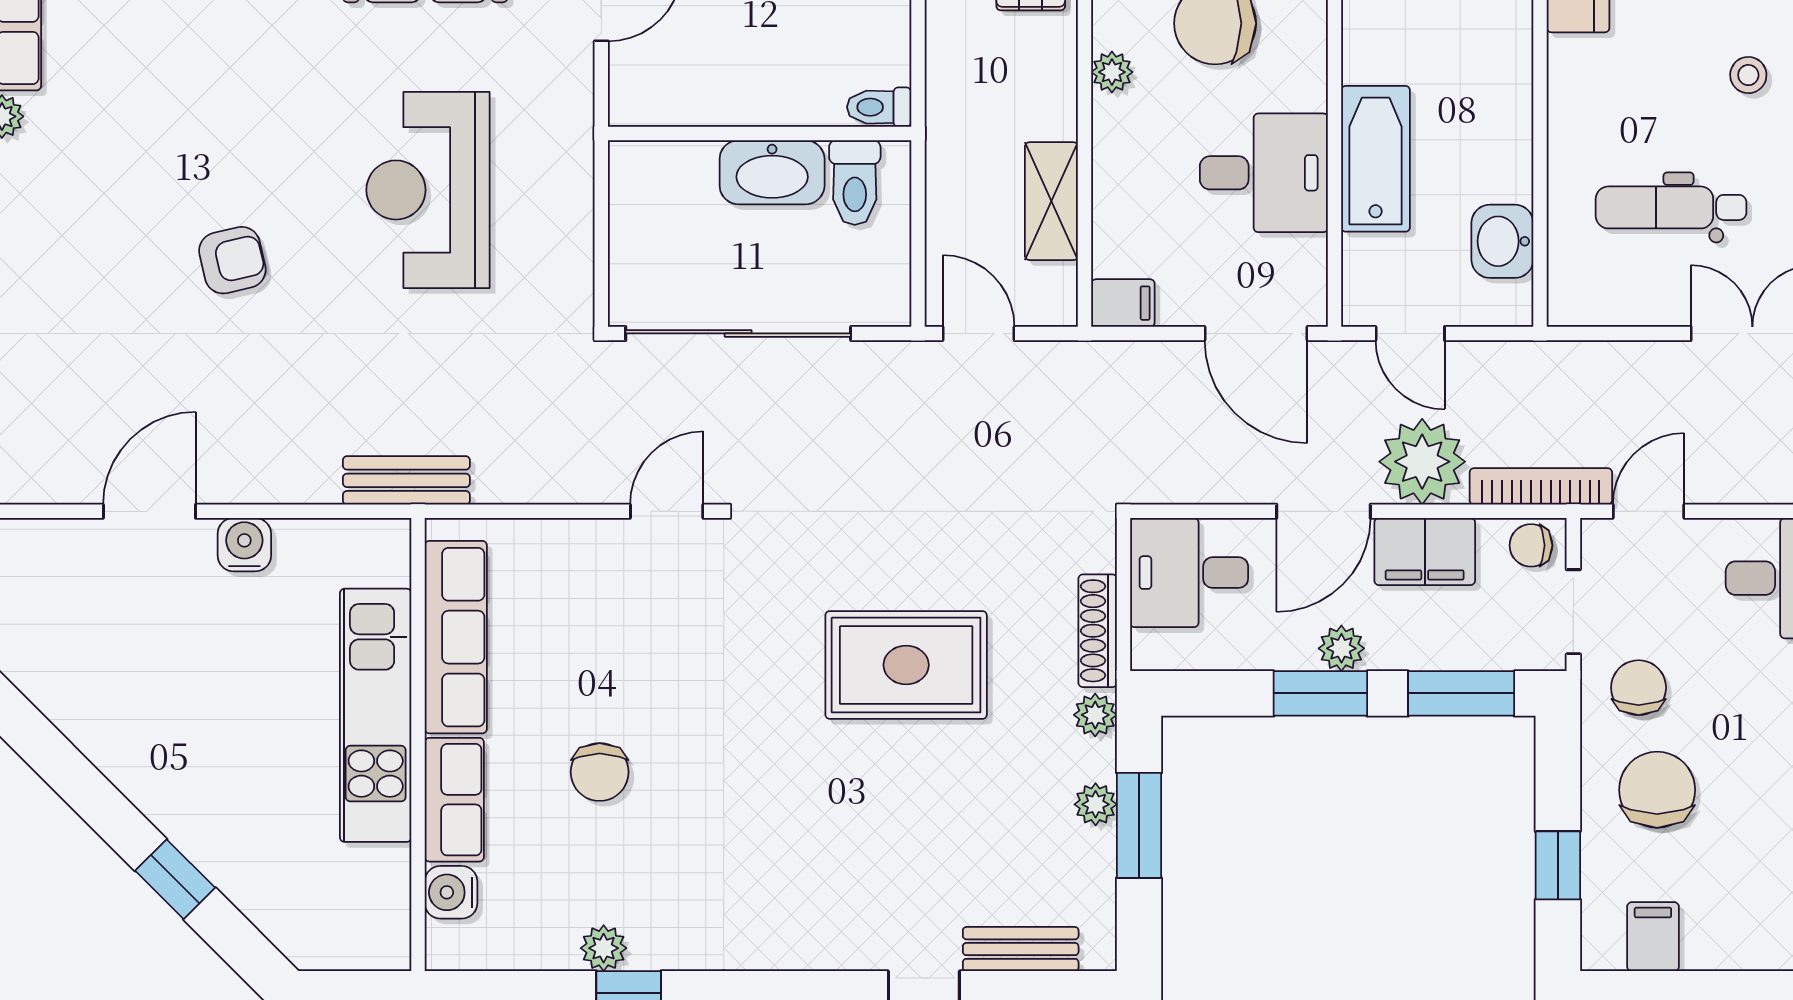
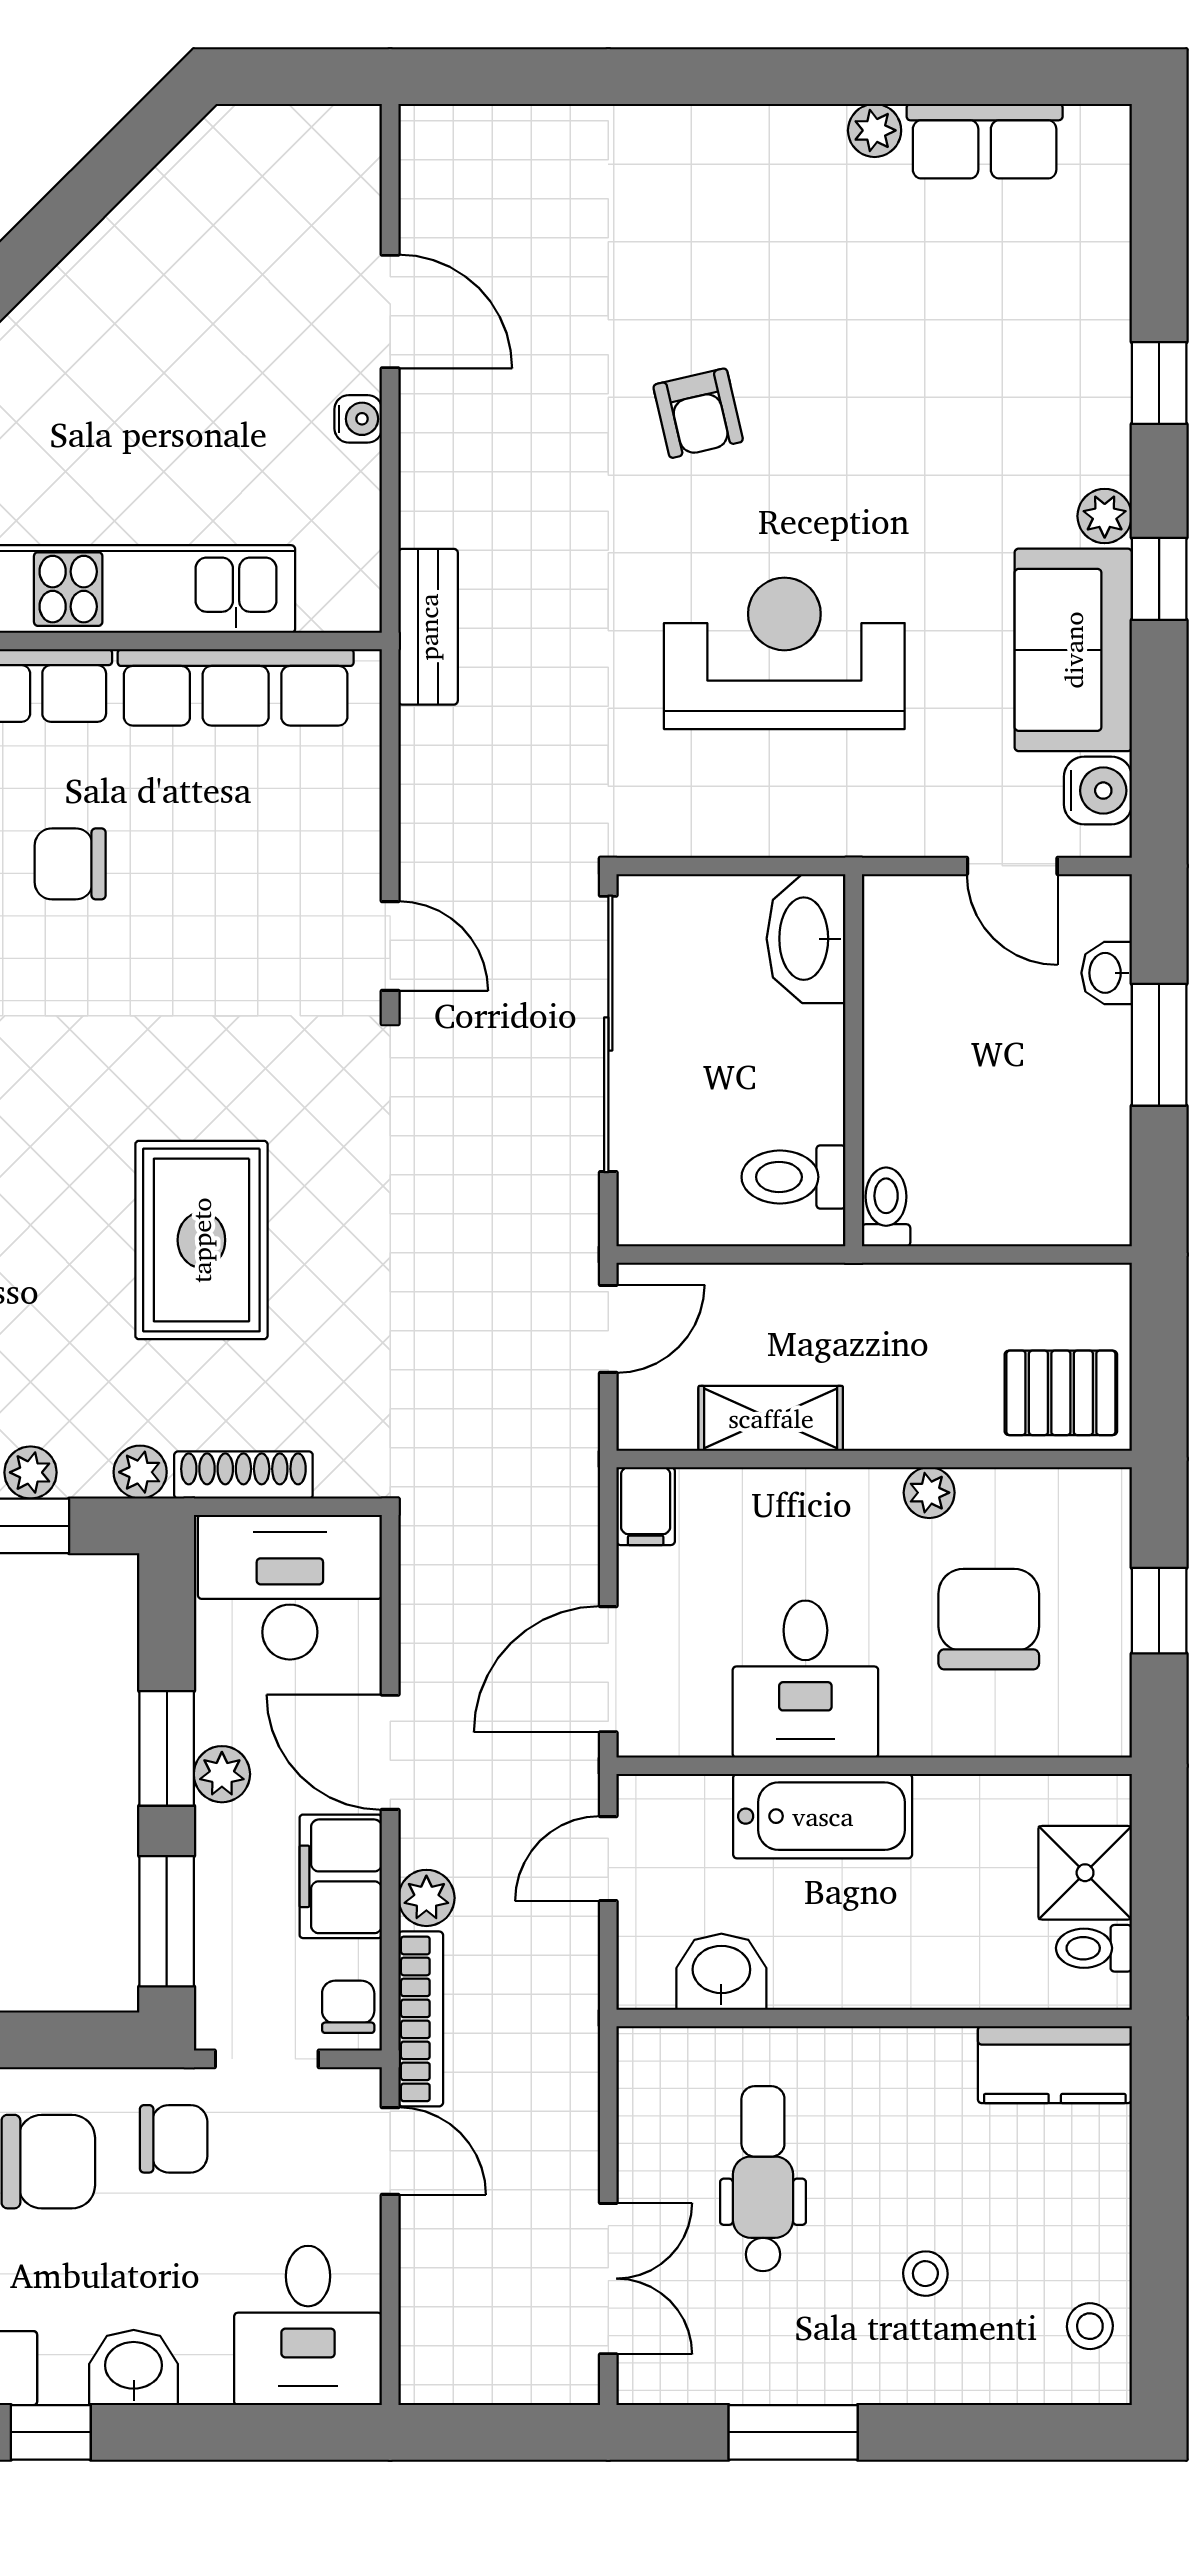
washbasin: (772, 172) -> (806, 939), moved
plant: (1422, 462) -> (426, 1898), width x0.53, depth x0.53
water cooler: (244, 545) -> (358, 419), width x0.72, depth x0.72
desk: (1189, 573) -> (290, 1587), width x1.37

